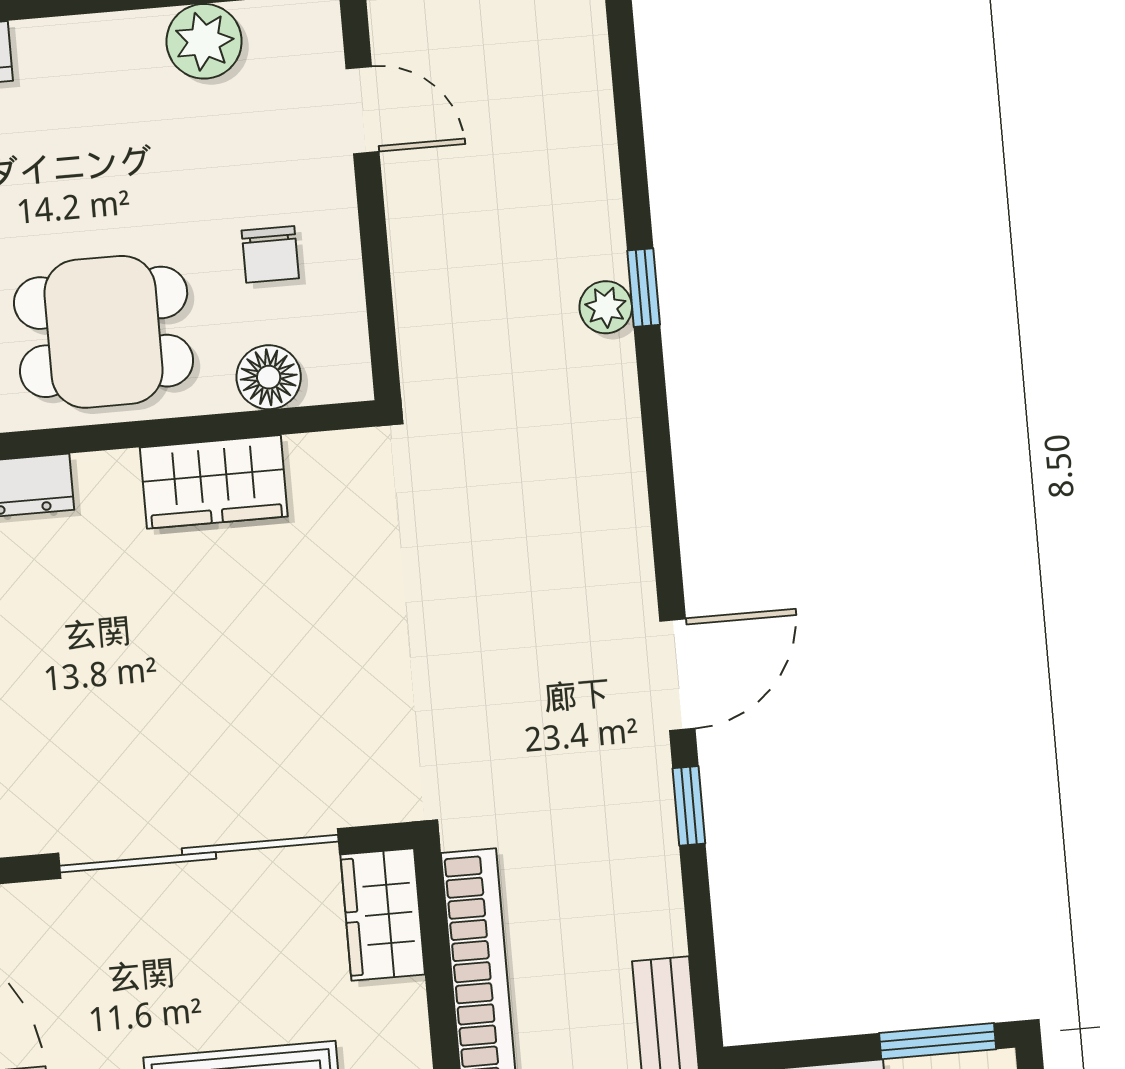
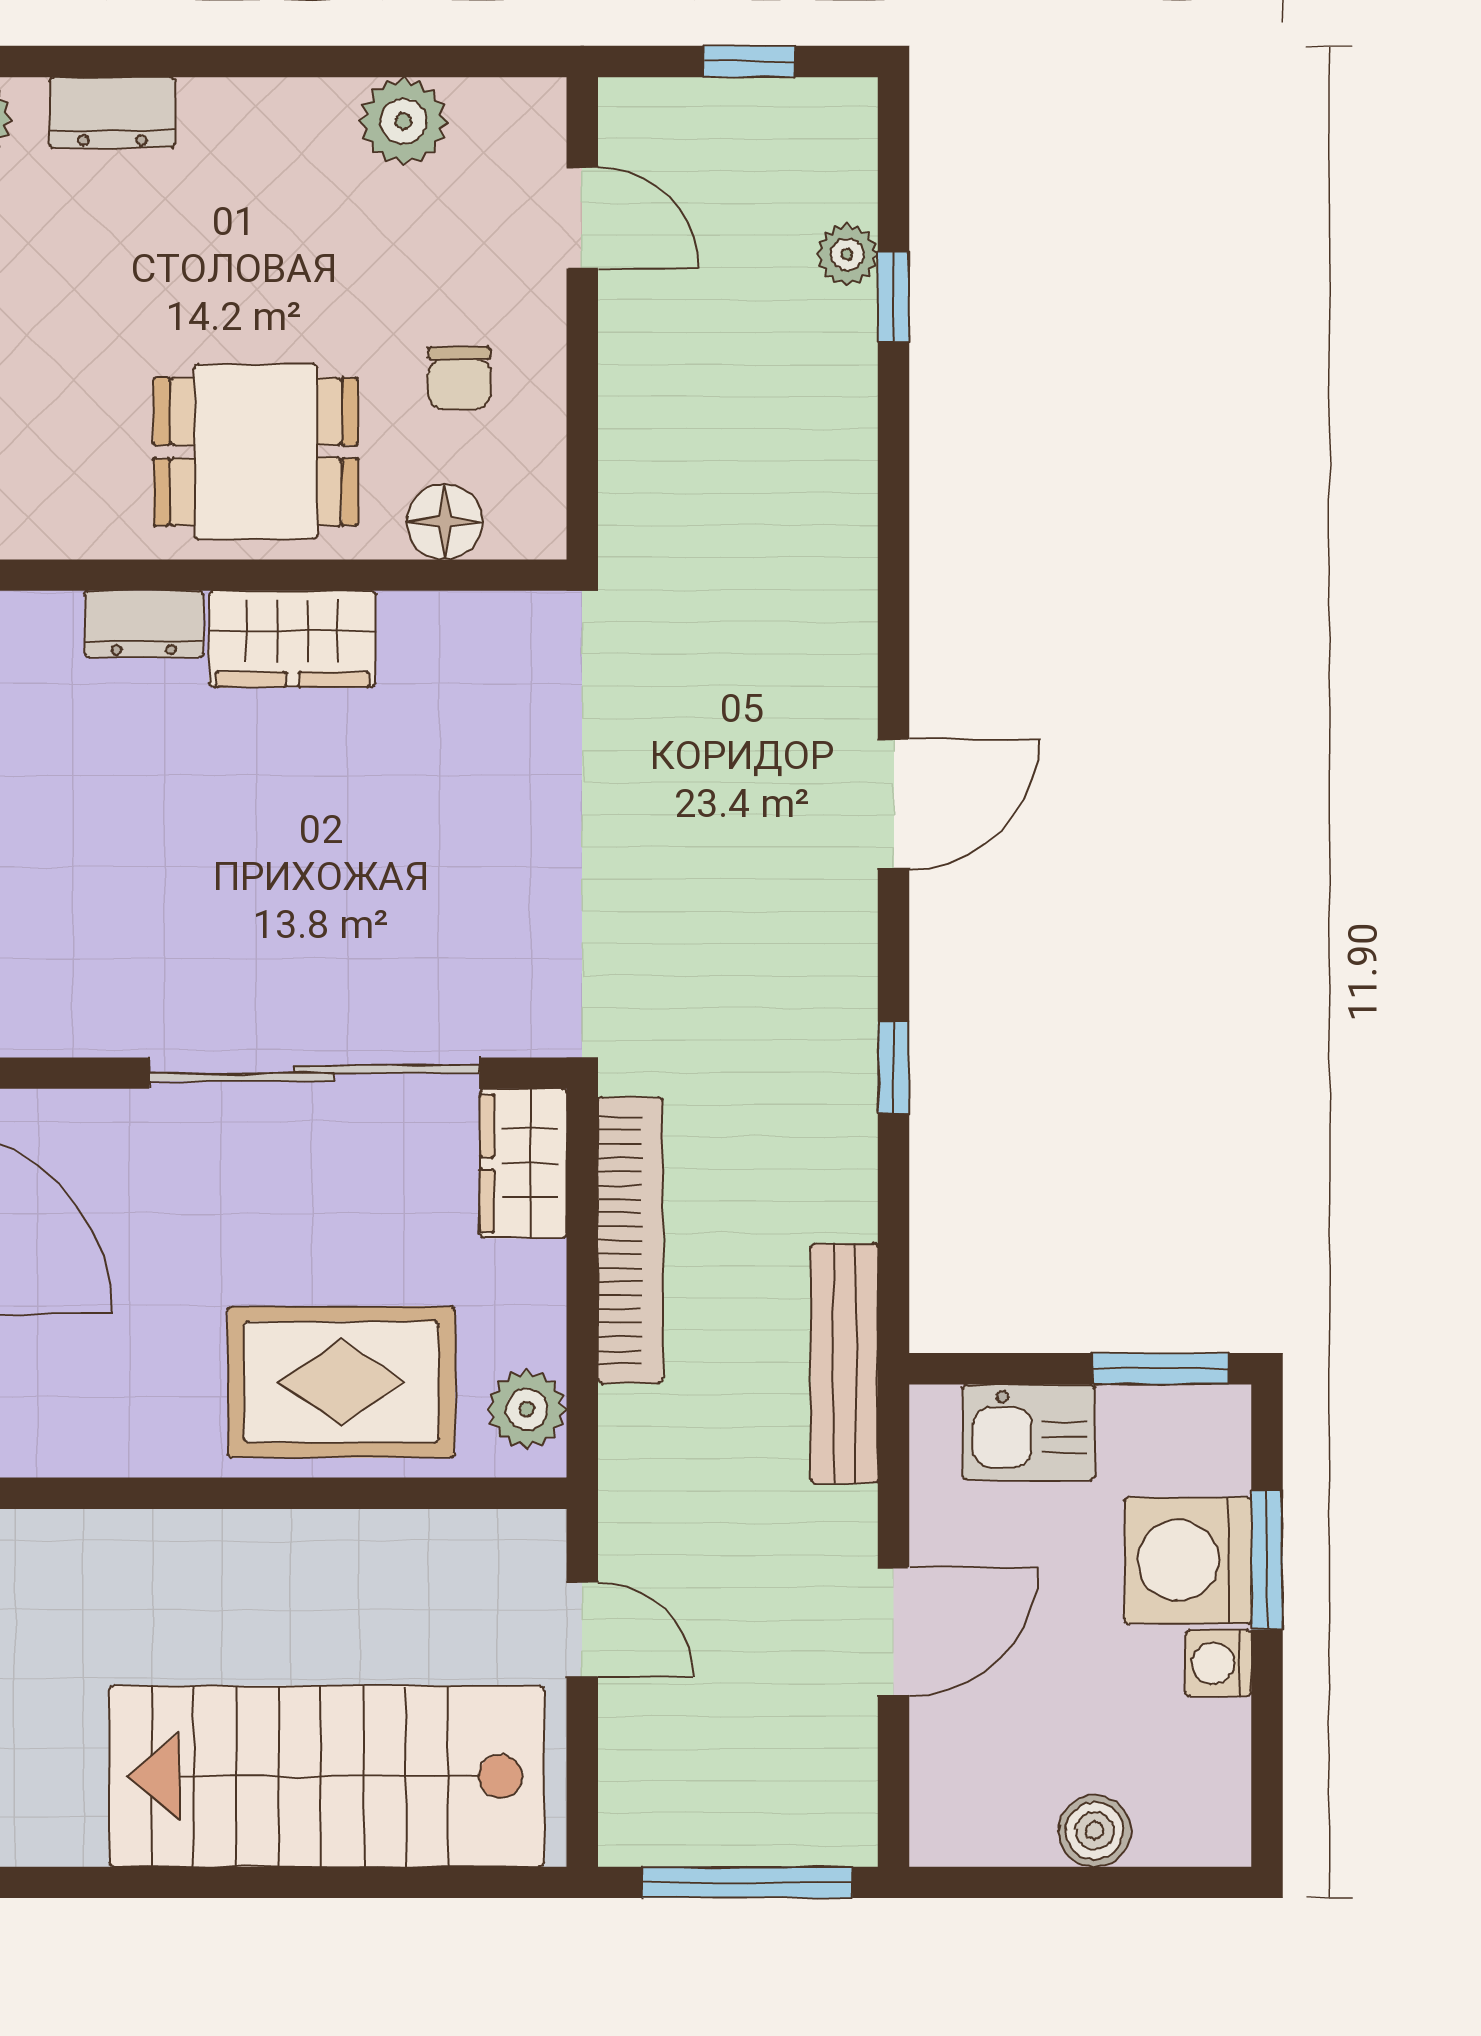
window: (644, 288) -> (894, 297), moved
plant: (606, 307) -> (847, 254), moved
wardrobe: (214, 482) -> (292, 639), moved
door: (677, 675) -> (894, 804), moved

